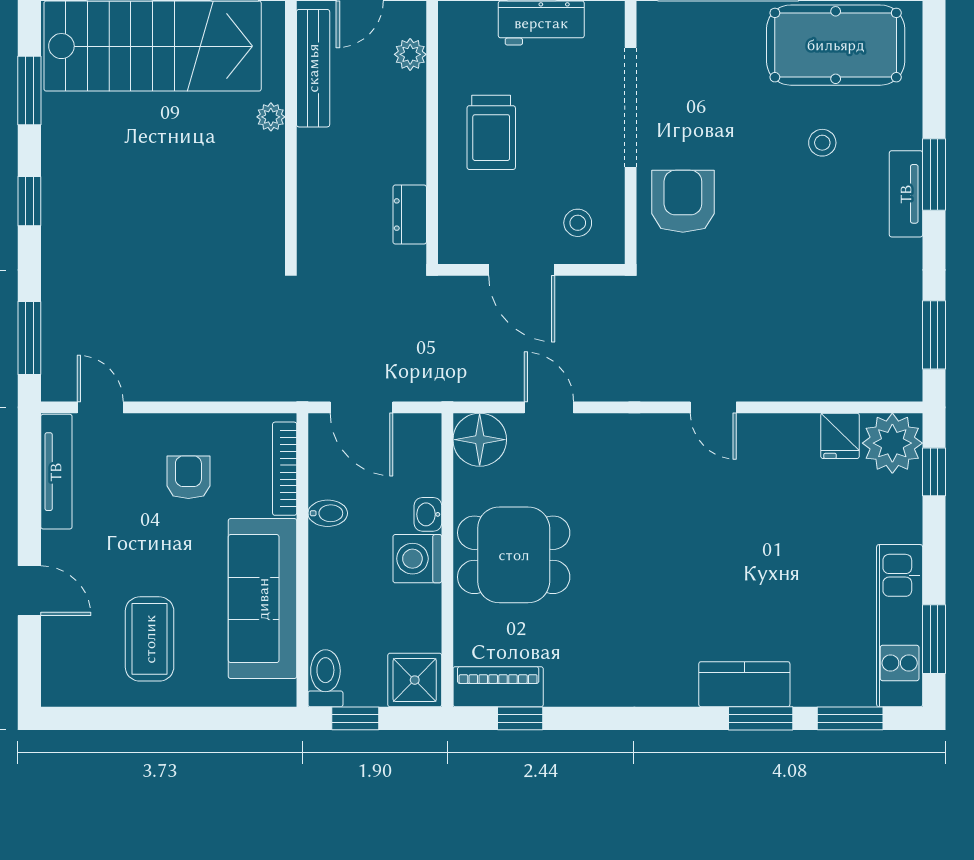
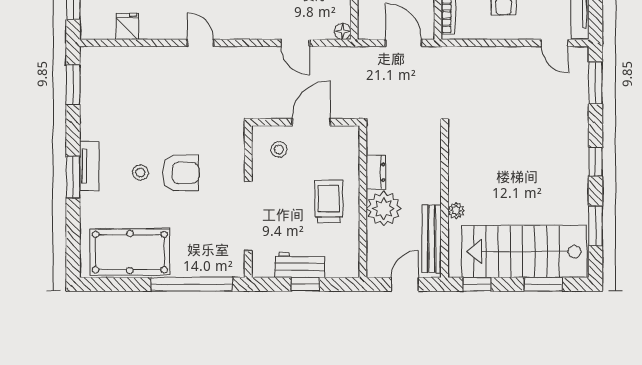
plant: (410, 54) -> (384, 208), moved, width x1.87, depth x1.87
stool: (822, 143) -> (140, 173), moved
armchair: (683, 201) -> (180, 173), moved, turned -90
dresser: (410, 215) -> (376, 172), moved
door: (522, 270) -> (311, 122), hinge flipped
floor lamp: (480, 440) -> (343, 31), width x0.53, depth x0.53
plant: (892, 443) -> (97, 22), removed

